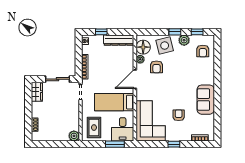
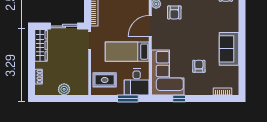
wardrobe: (37, 92) -> (41, 45), width x1.50
rug: (94, 128) -> (105, 80), turned 90
plant: (74, 136) -> (64, 89), moved
window: (174, 144) -> (179, 99), moved

